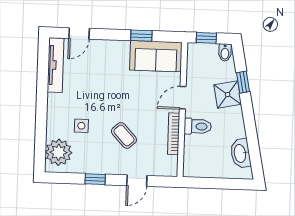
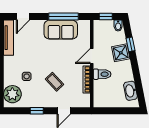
window: (141, 36) -> (63, 17), width x2.17
sofa: (156, 56) -> (61, 30), moved

